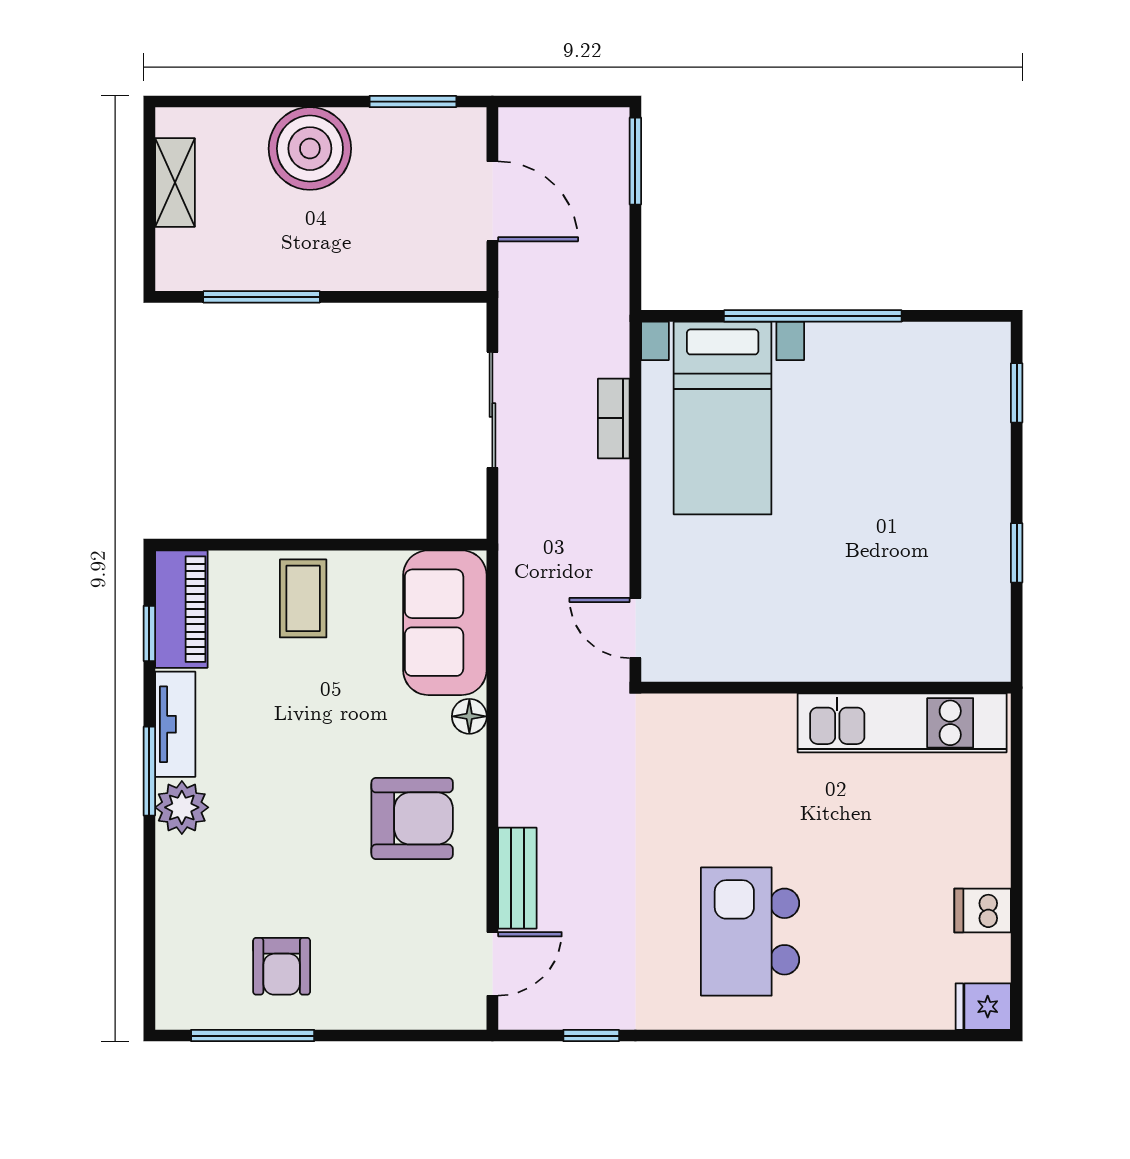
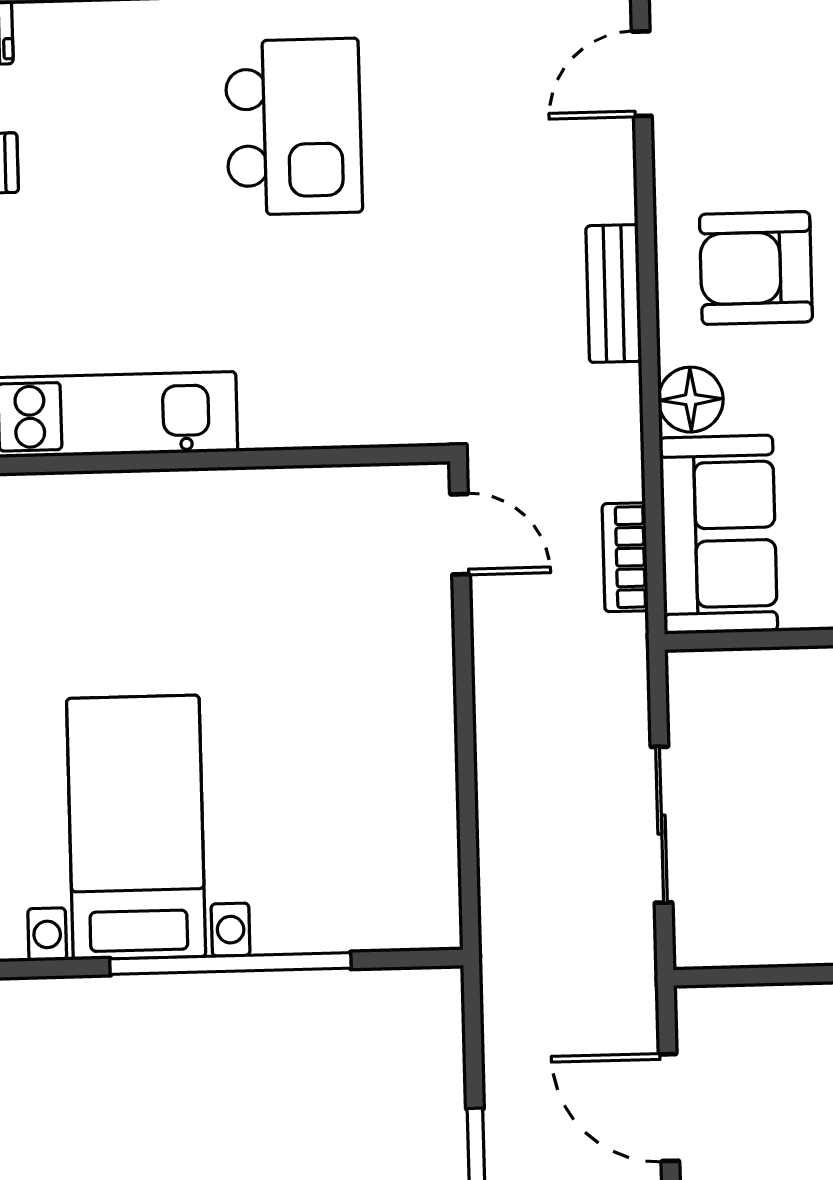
bookcase: (614, 418) -> (625, 557), moved, turned 180
bed with nightstands: (723, 418) -> (136, 827), moved
floor lamp: (469, 716) -> (691, 400), width x1.37, depth x1.37
bench: (517, 878) -> (614, 294), moved

